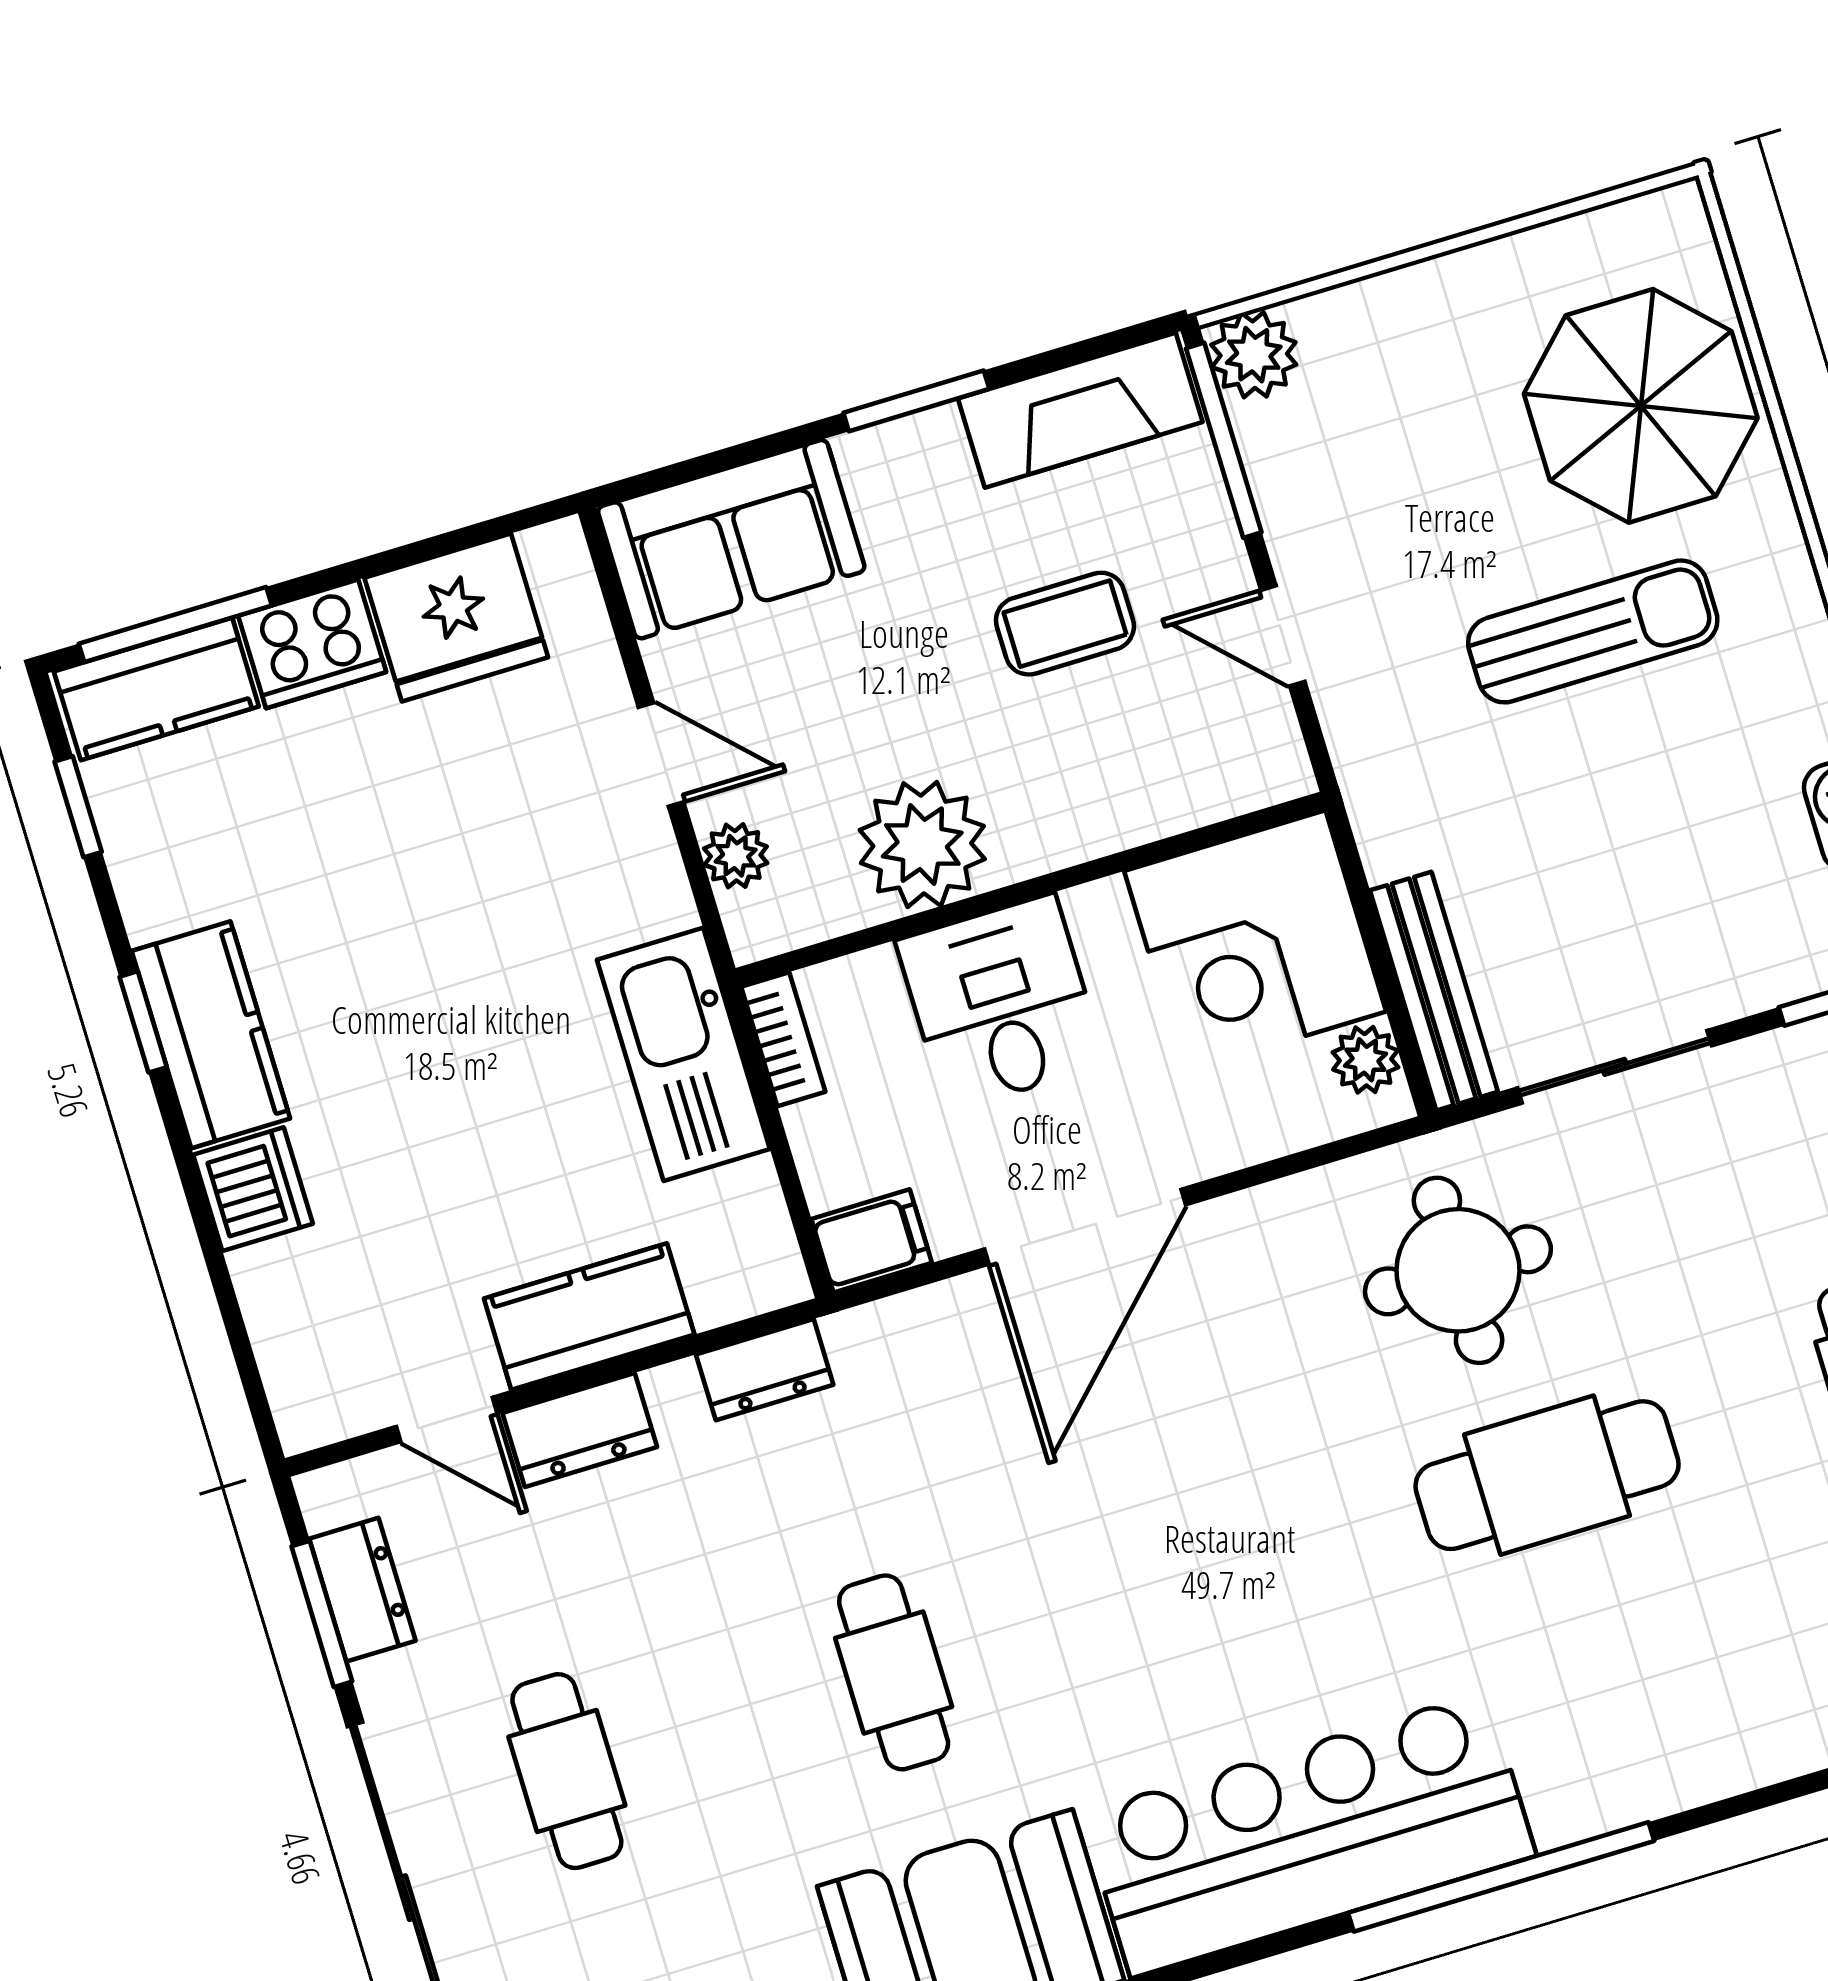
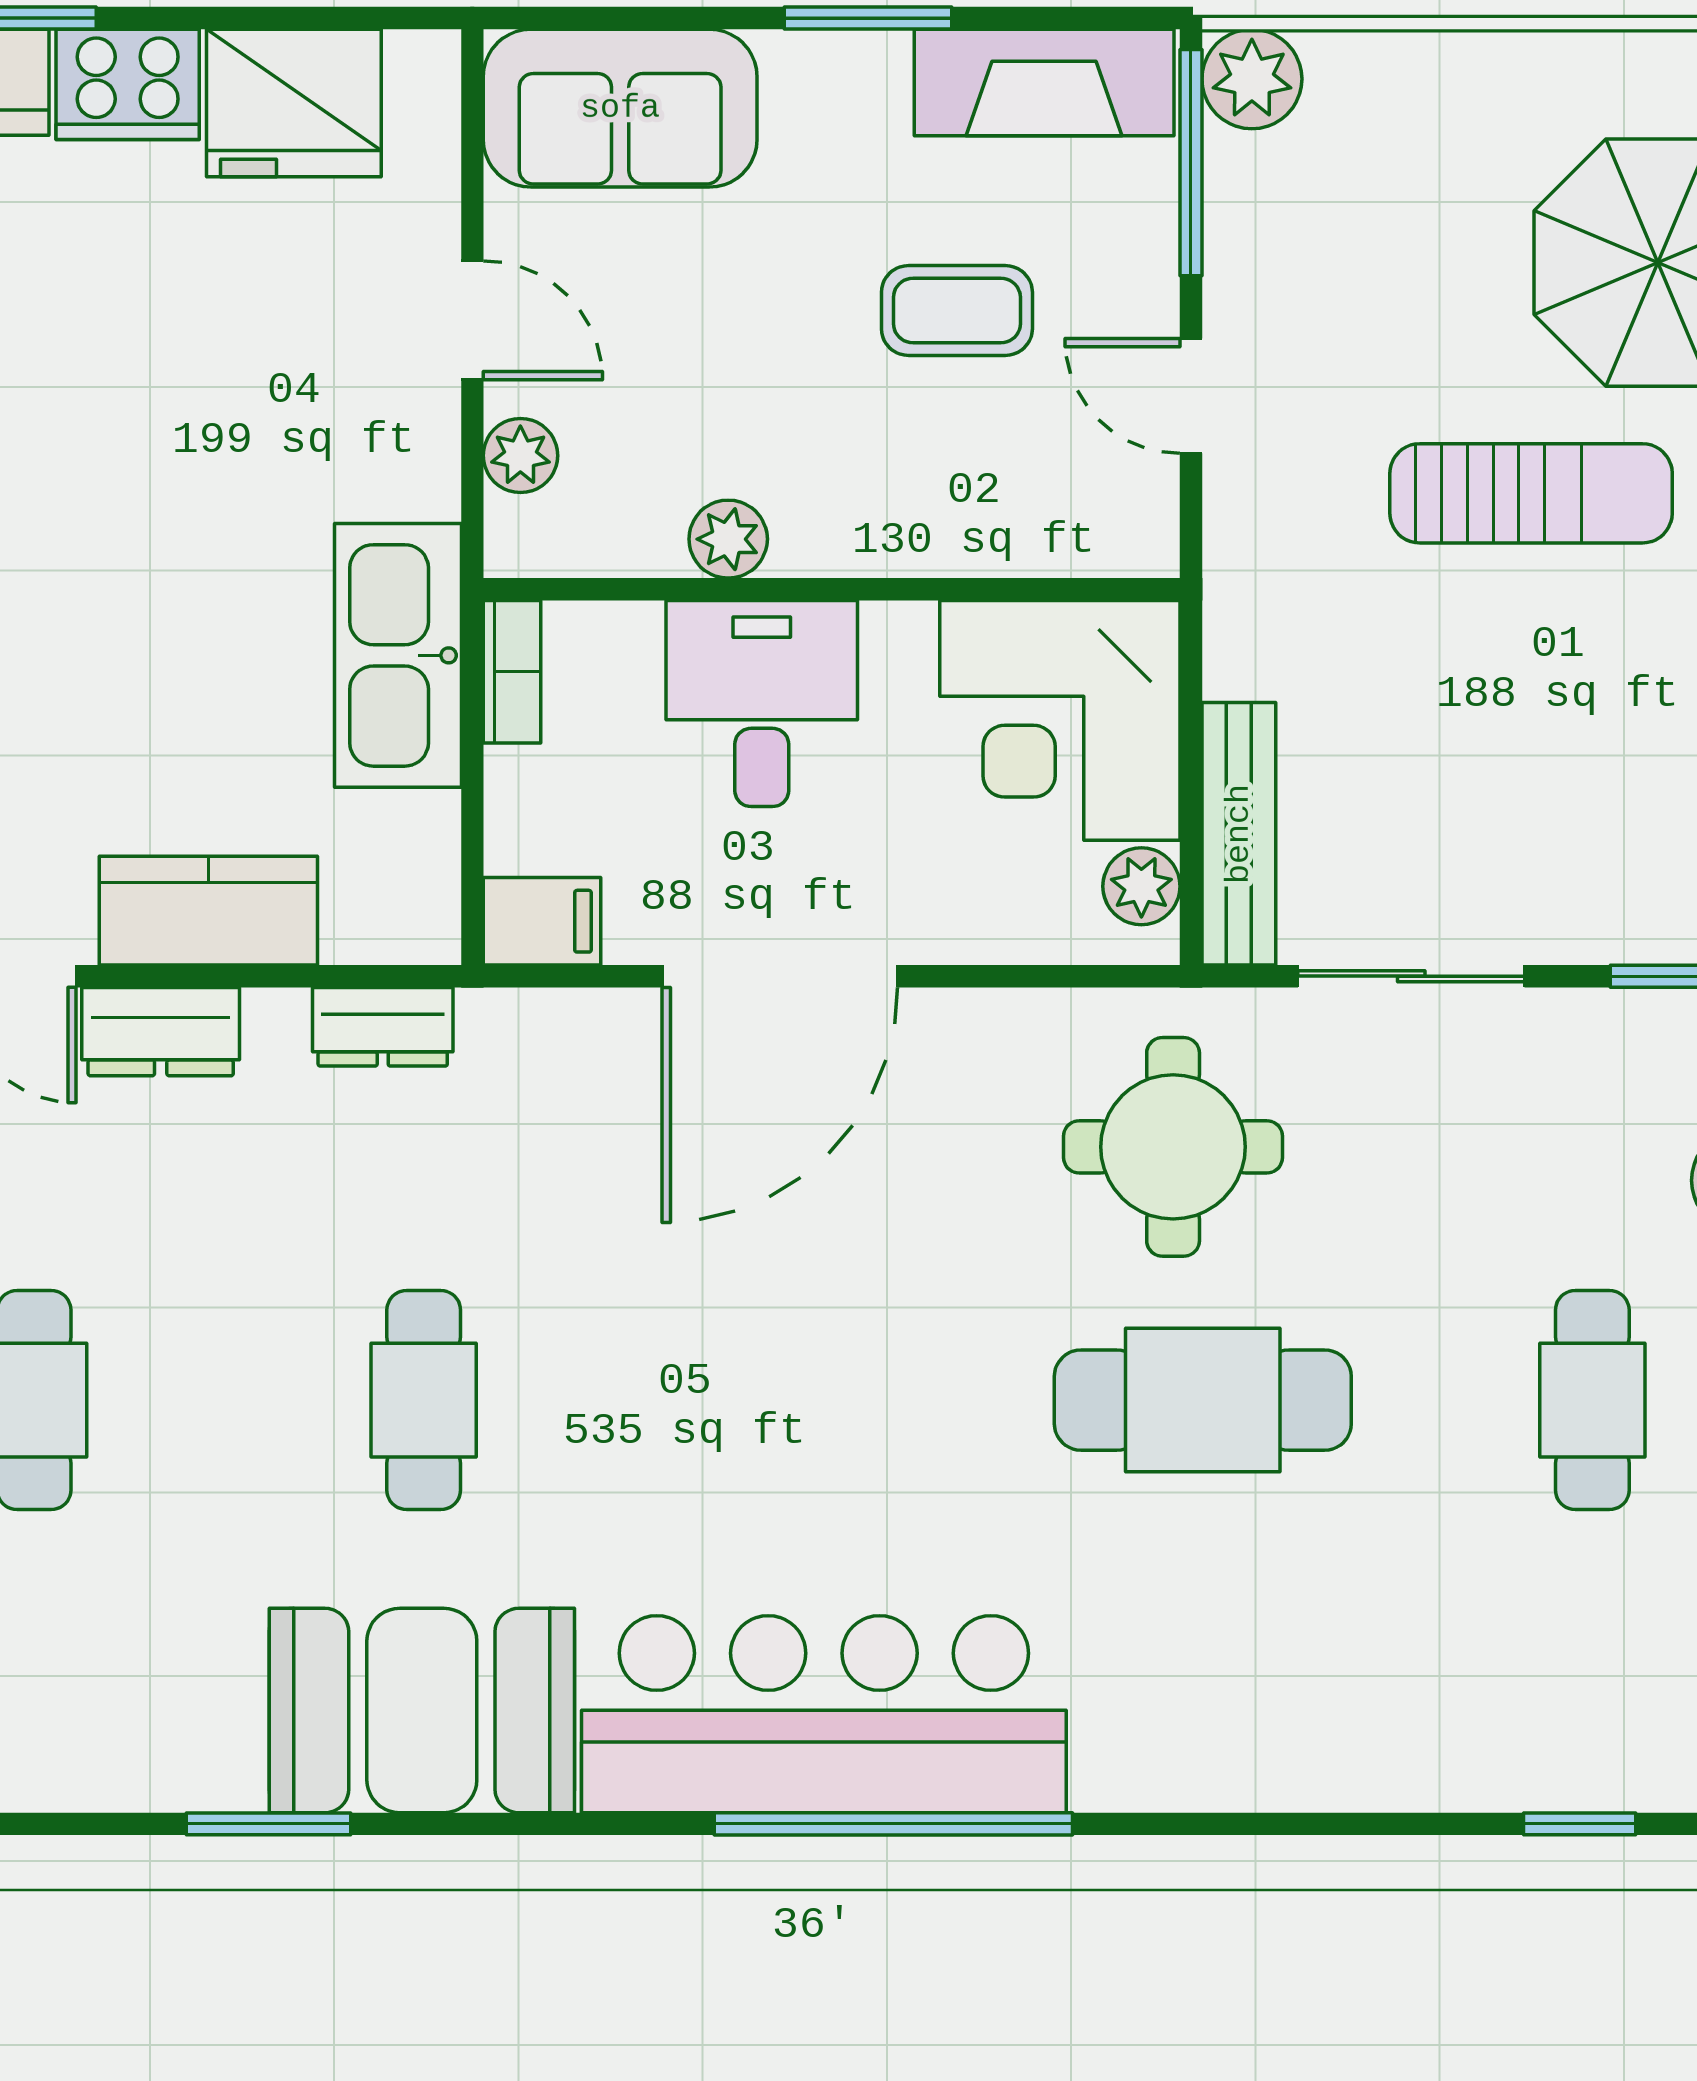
plant: (922, 845) -> (728, 539), width x0.53, depth x0.53
window: (1501, 1877) -> (893, 1824), moved

